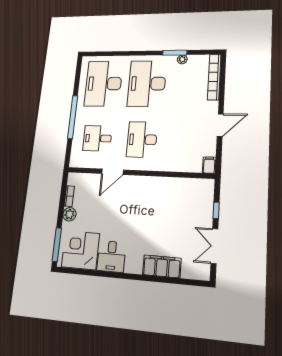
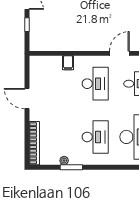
desk: (147, 84) -> (95, 137), width x0.73, depth x0.77
door: (220, 125) -> (27, 99), hinge flipped
filing cabinet: (209, 165) -> (68, 63), moved

